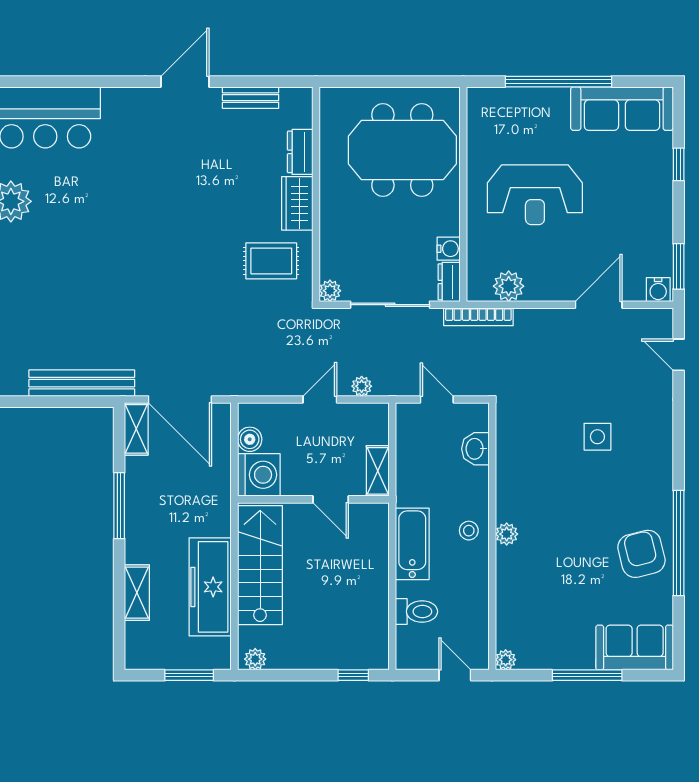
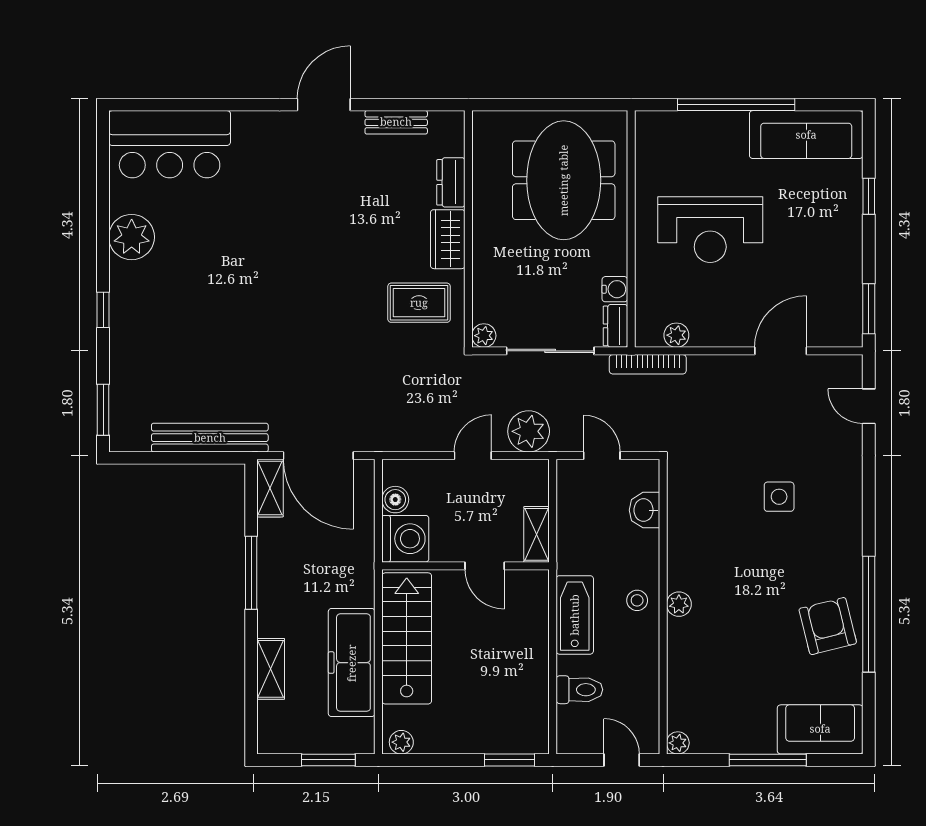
meeting table: (402, 150) -> (564, 180), turned 90
plant: (509, 286) -> (676, 335), width x0.73, depth x0.73
water cooler: (658, 290) -> (846, 334), removed
plant: (362, 386) -> (529, 431), width x1.88, depth x1.88
window: (353, 675) -> (510, 760), width x1.50

